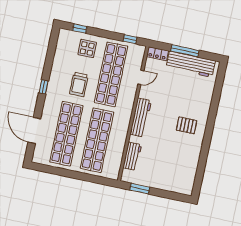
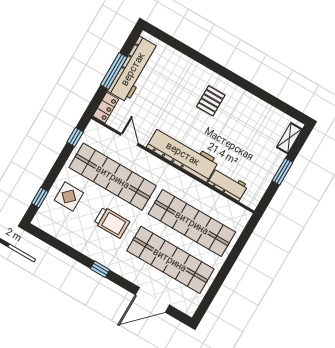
workbench: (141, 117) -> (183, 154), width x1.36, depth x1.32
window: (140, 189) -> (282, 172), moved
shelving: (179, 189) -> (289, 138), added

